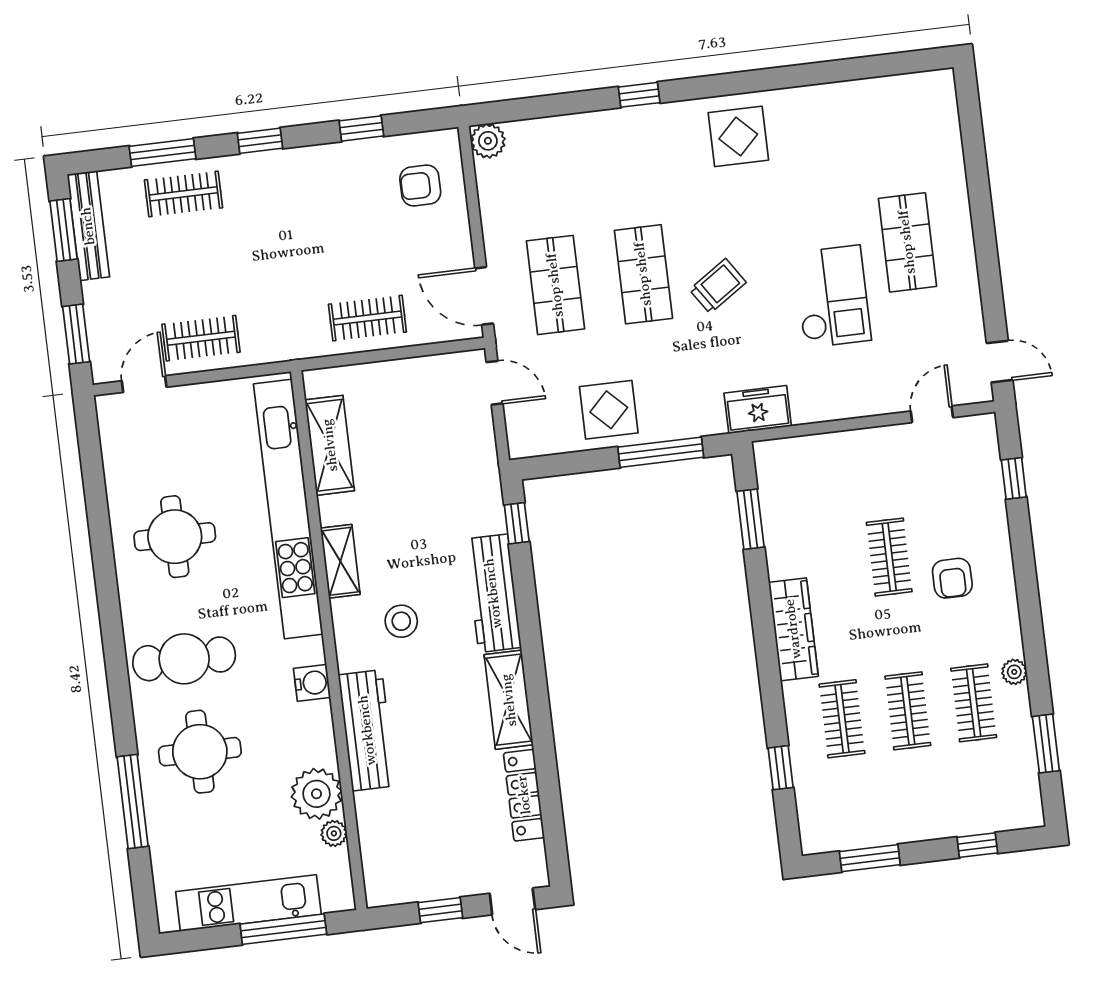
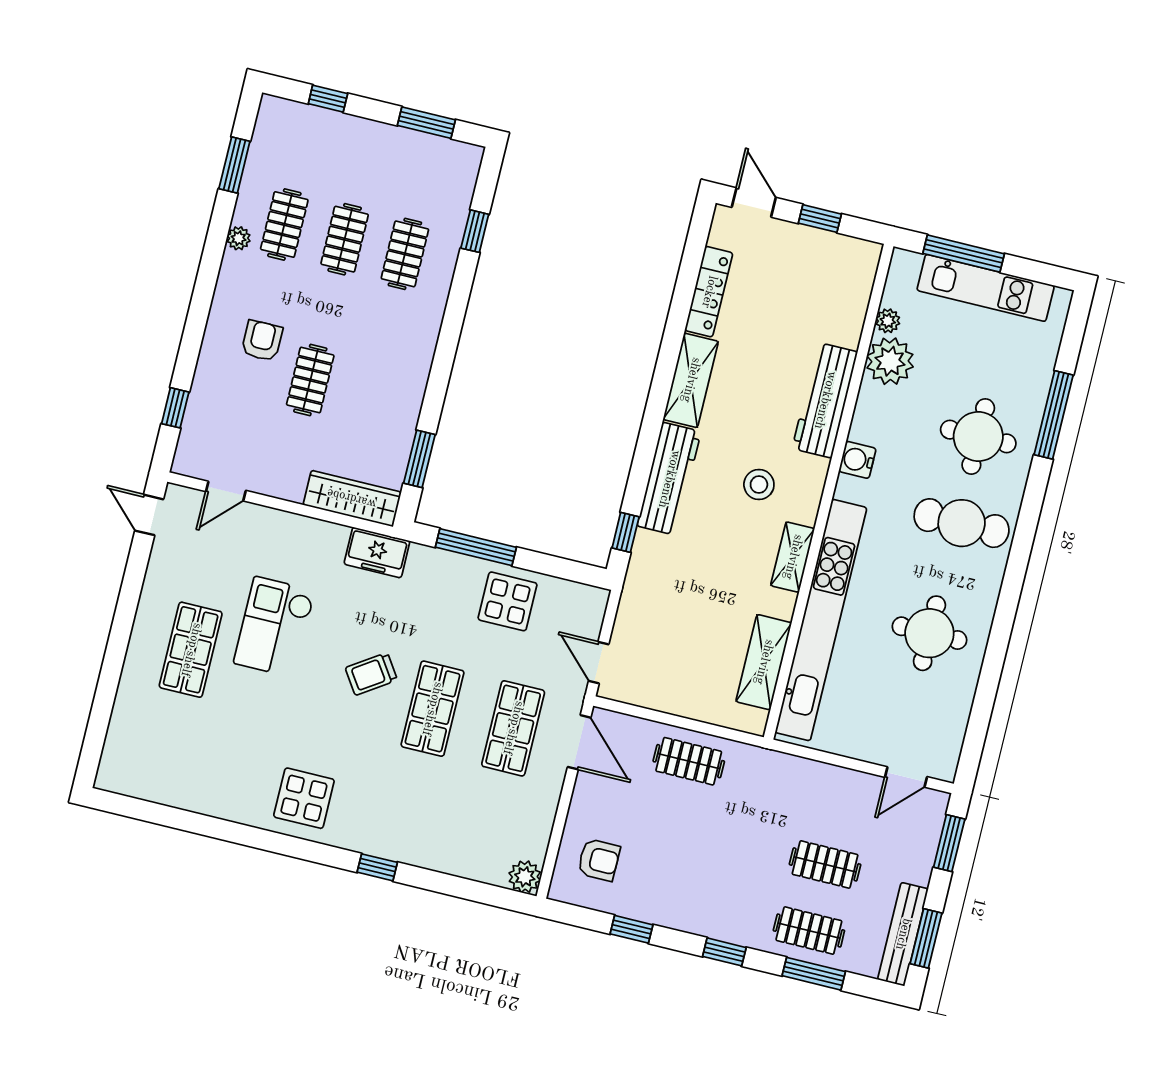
clothes rail: (201, 338) -> (825, 864), moved
wardrobe: (793, 629) -> (352, 498), moved, turned 90

